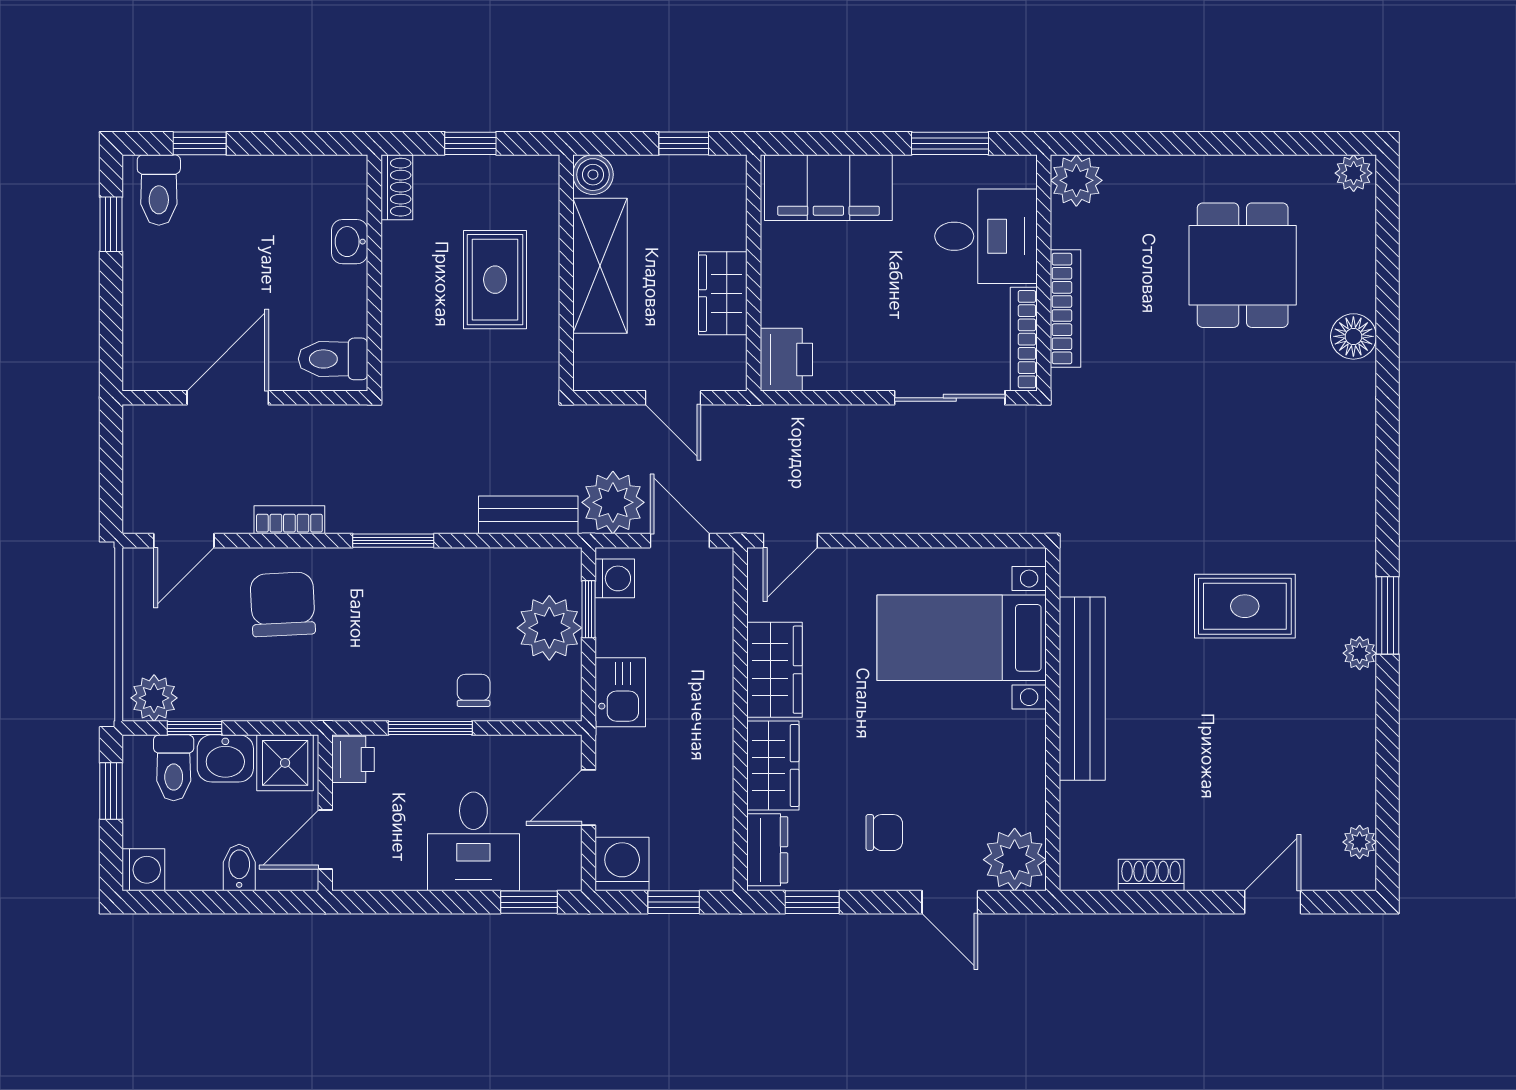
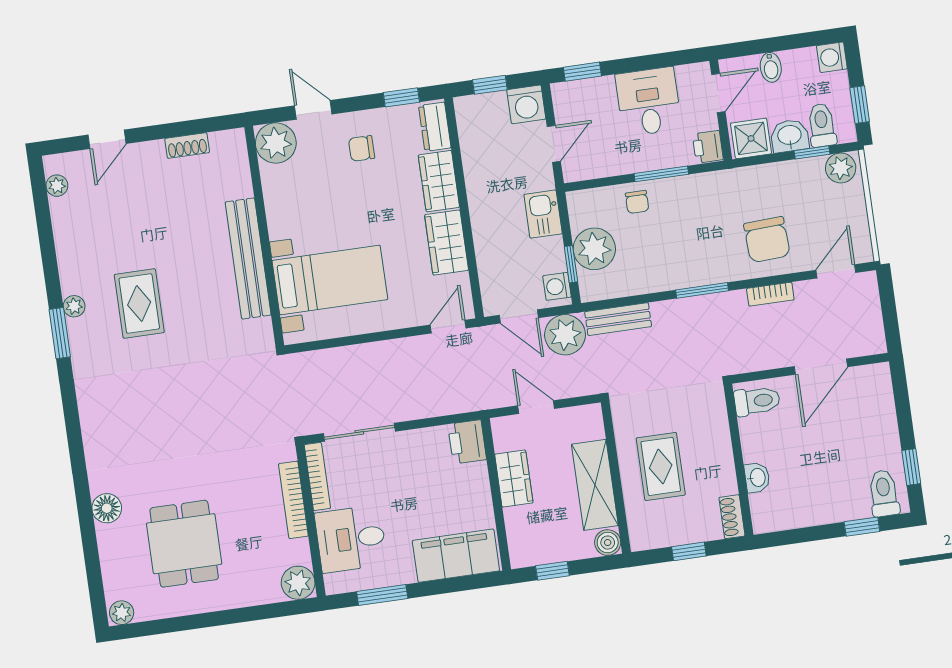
rug: (1245, 606) -> (139, 304), moved, turned 90
desk: (473, 841) -> (648, 102), moved

